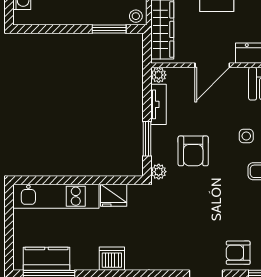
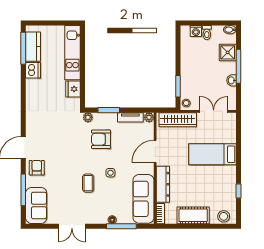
door: (212, 65) -> (155, 151), hinge flipped
dishwasher: (112, 259) -> (33, 70), moved

